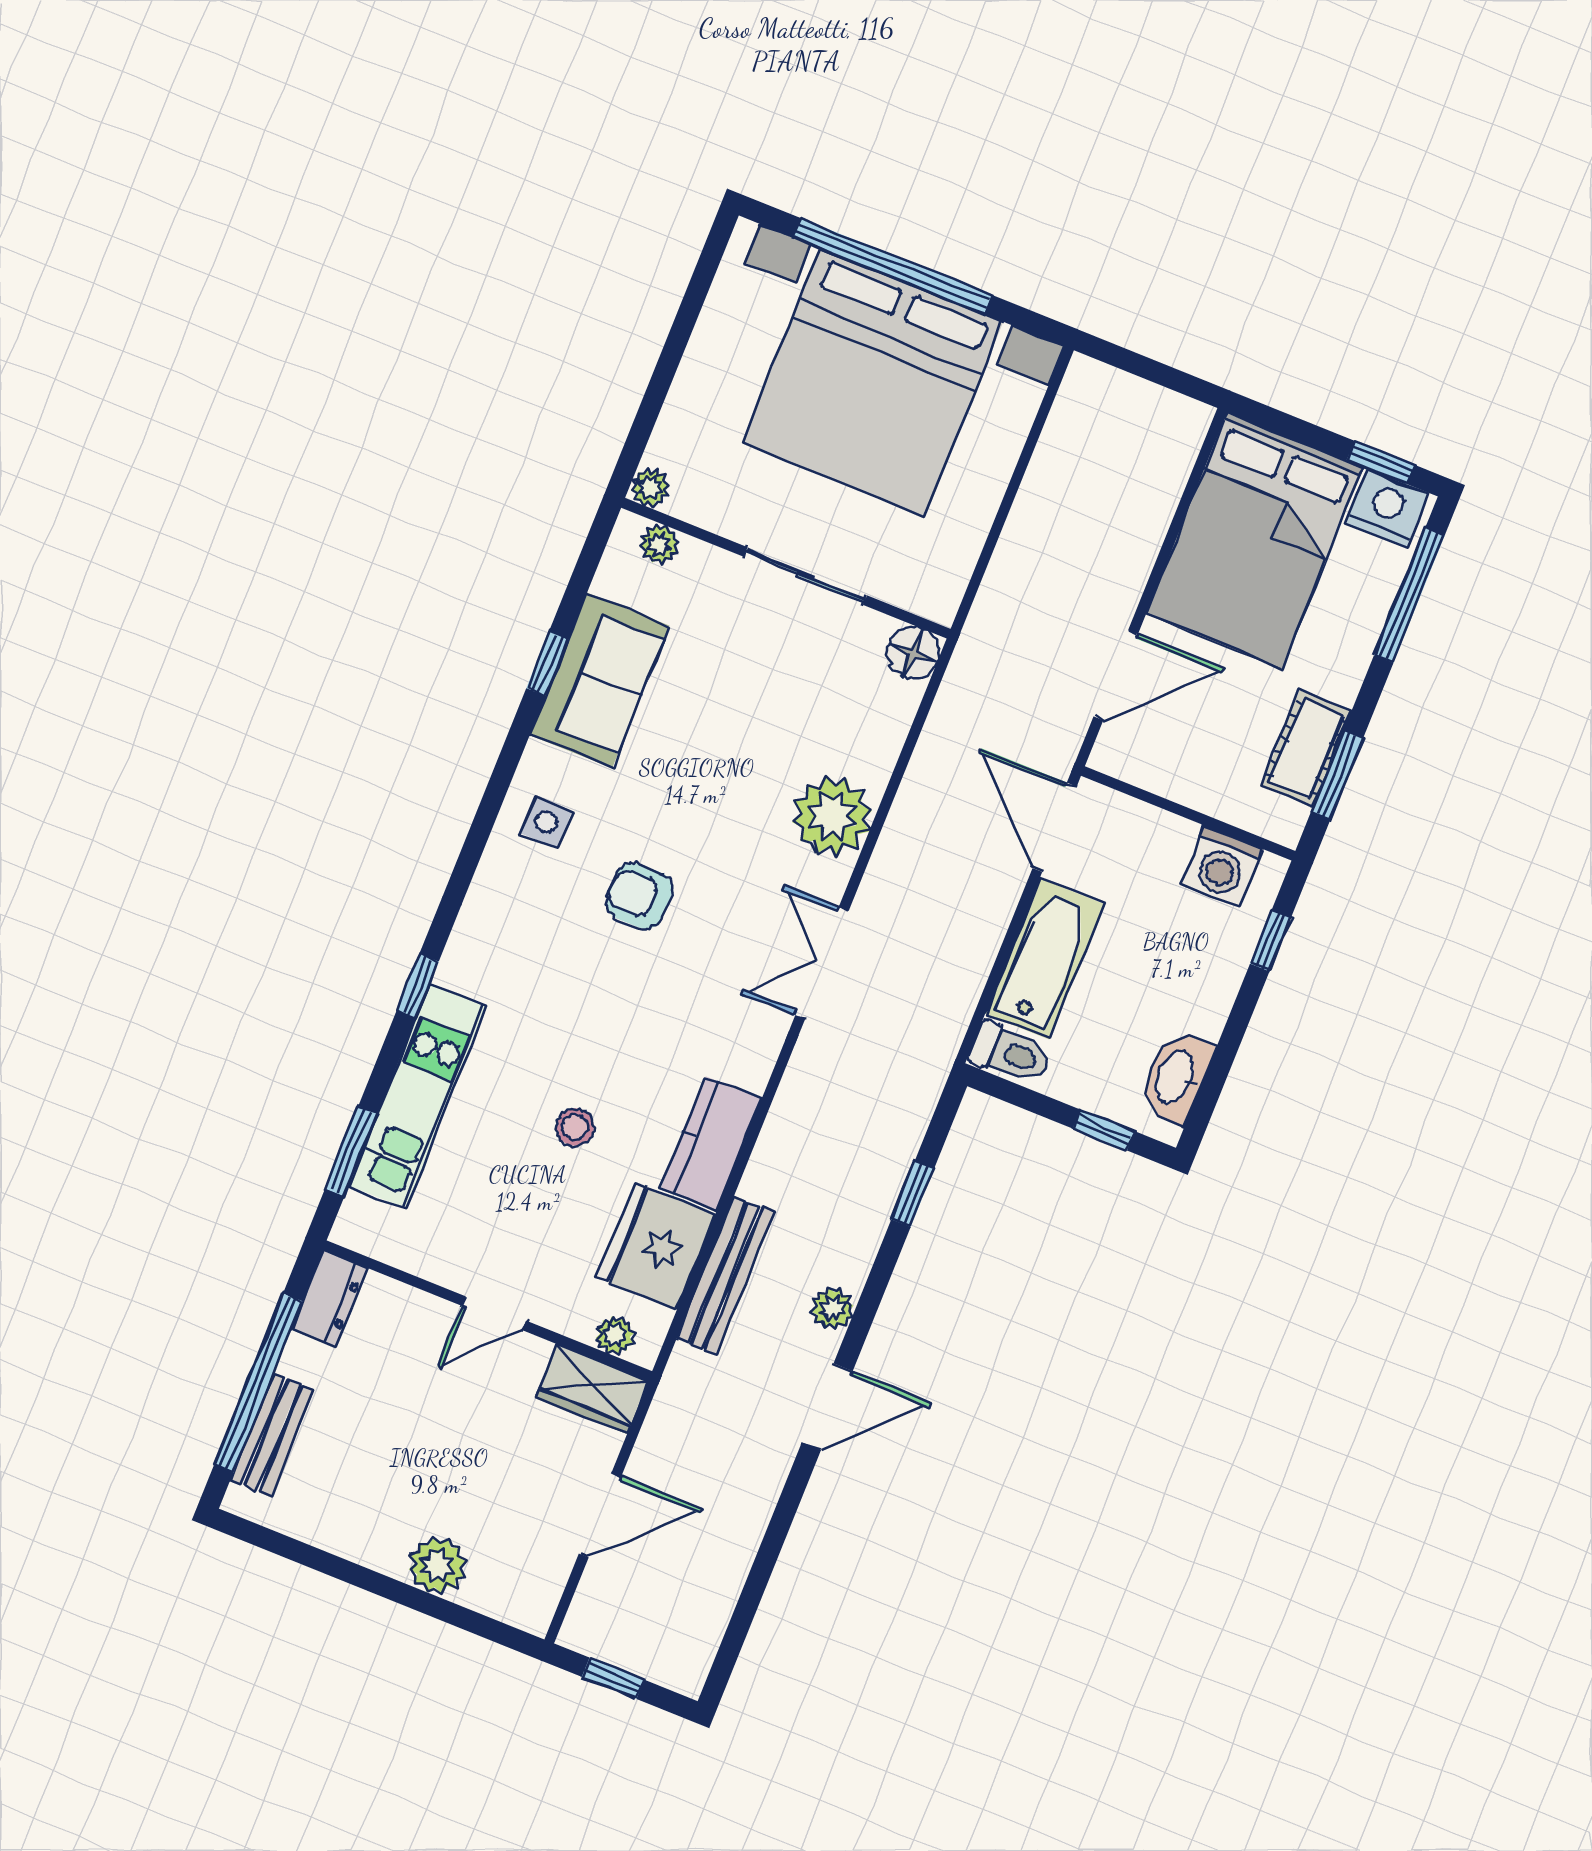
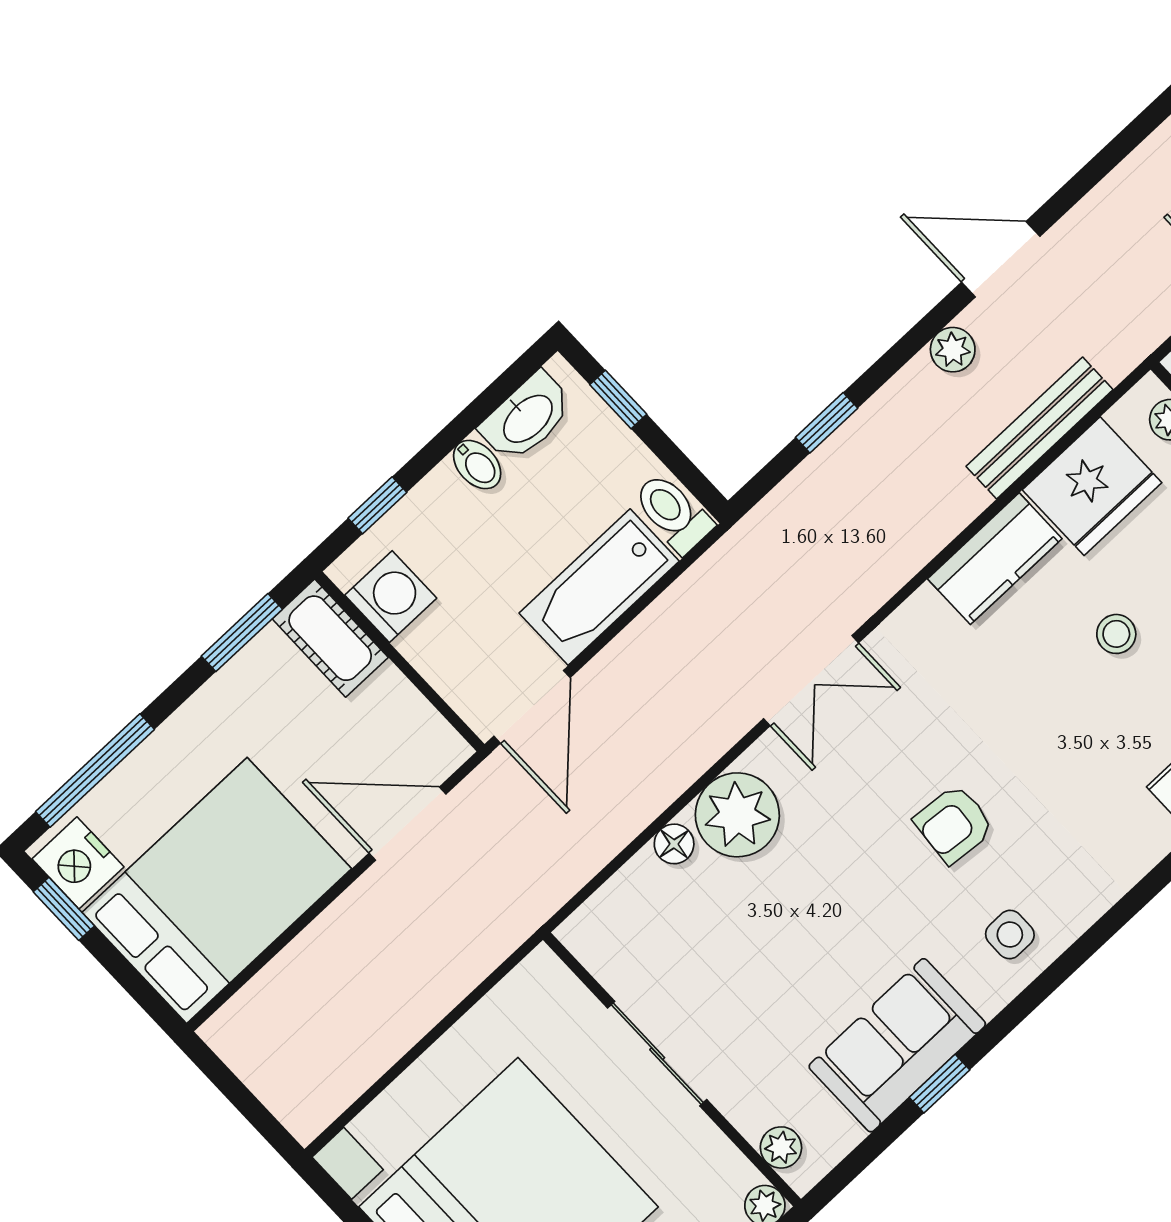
floor lamp: (913, 653) -> (674, 844), moved, width x0.73, depth x0.73
cot: (1306, 748) -> (330, 638), moved, turned 90
armchair: (640, 896) -> (954, 824), turned 95
bidet: (1200, 1016) -> (477, 465), added

